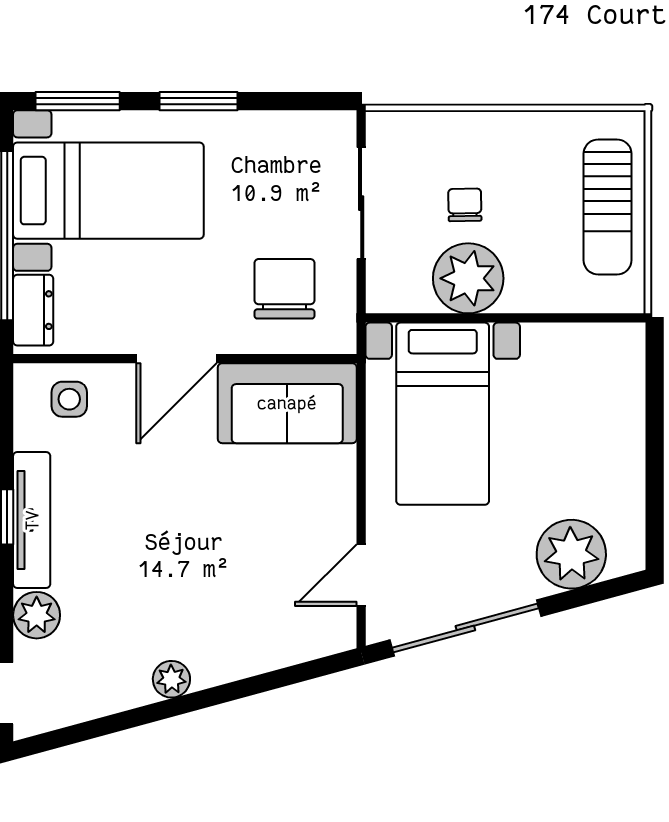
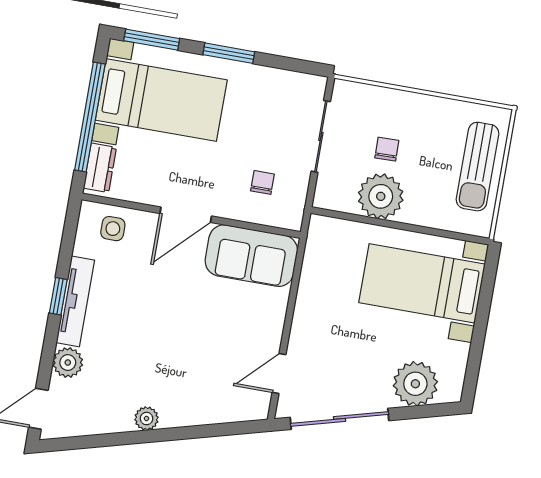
chair: (284, 289) -> (262, 182), width x0.54, depth x0.54
bed with nightstands: (443, 414) -> (422, 283), moved, turned 90

